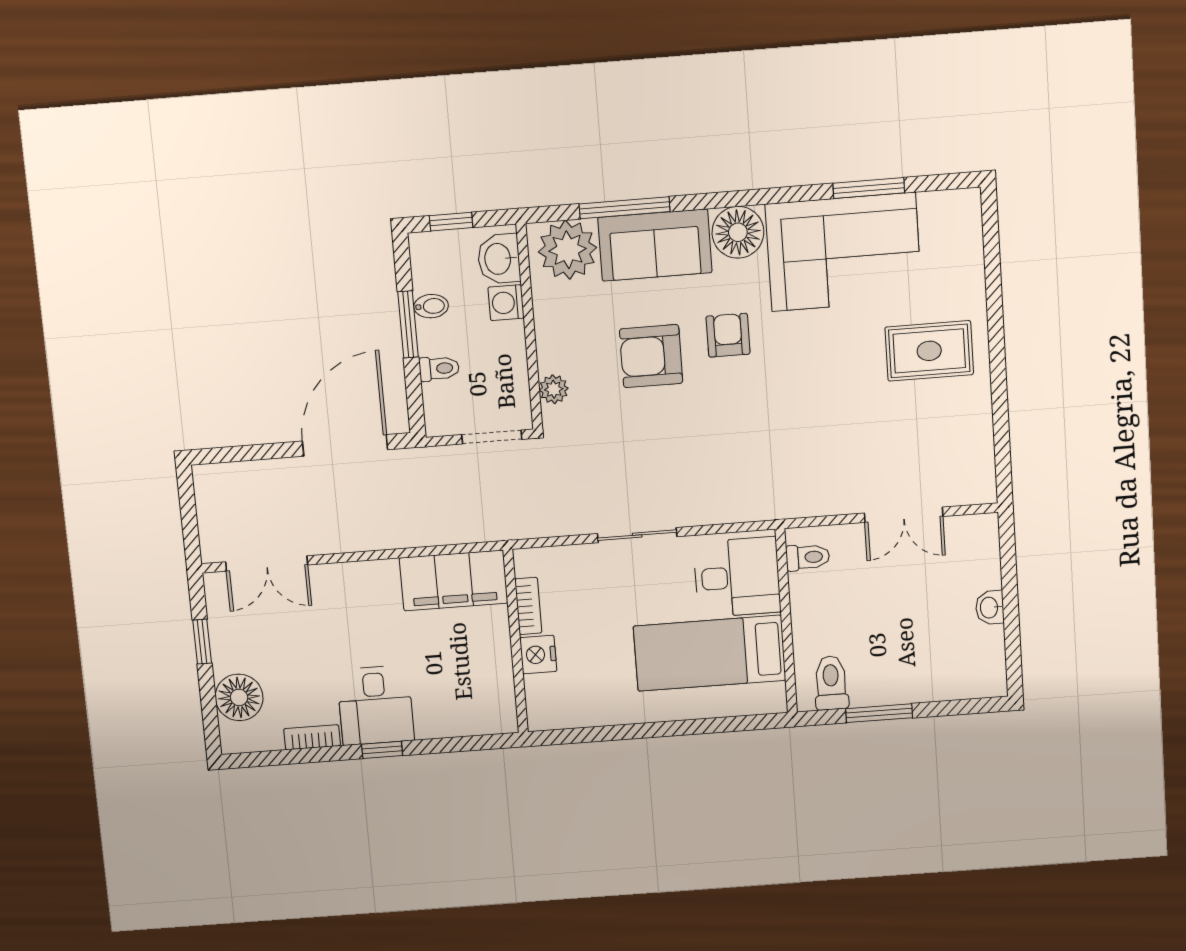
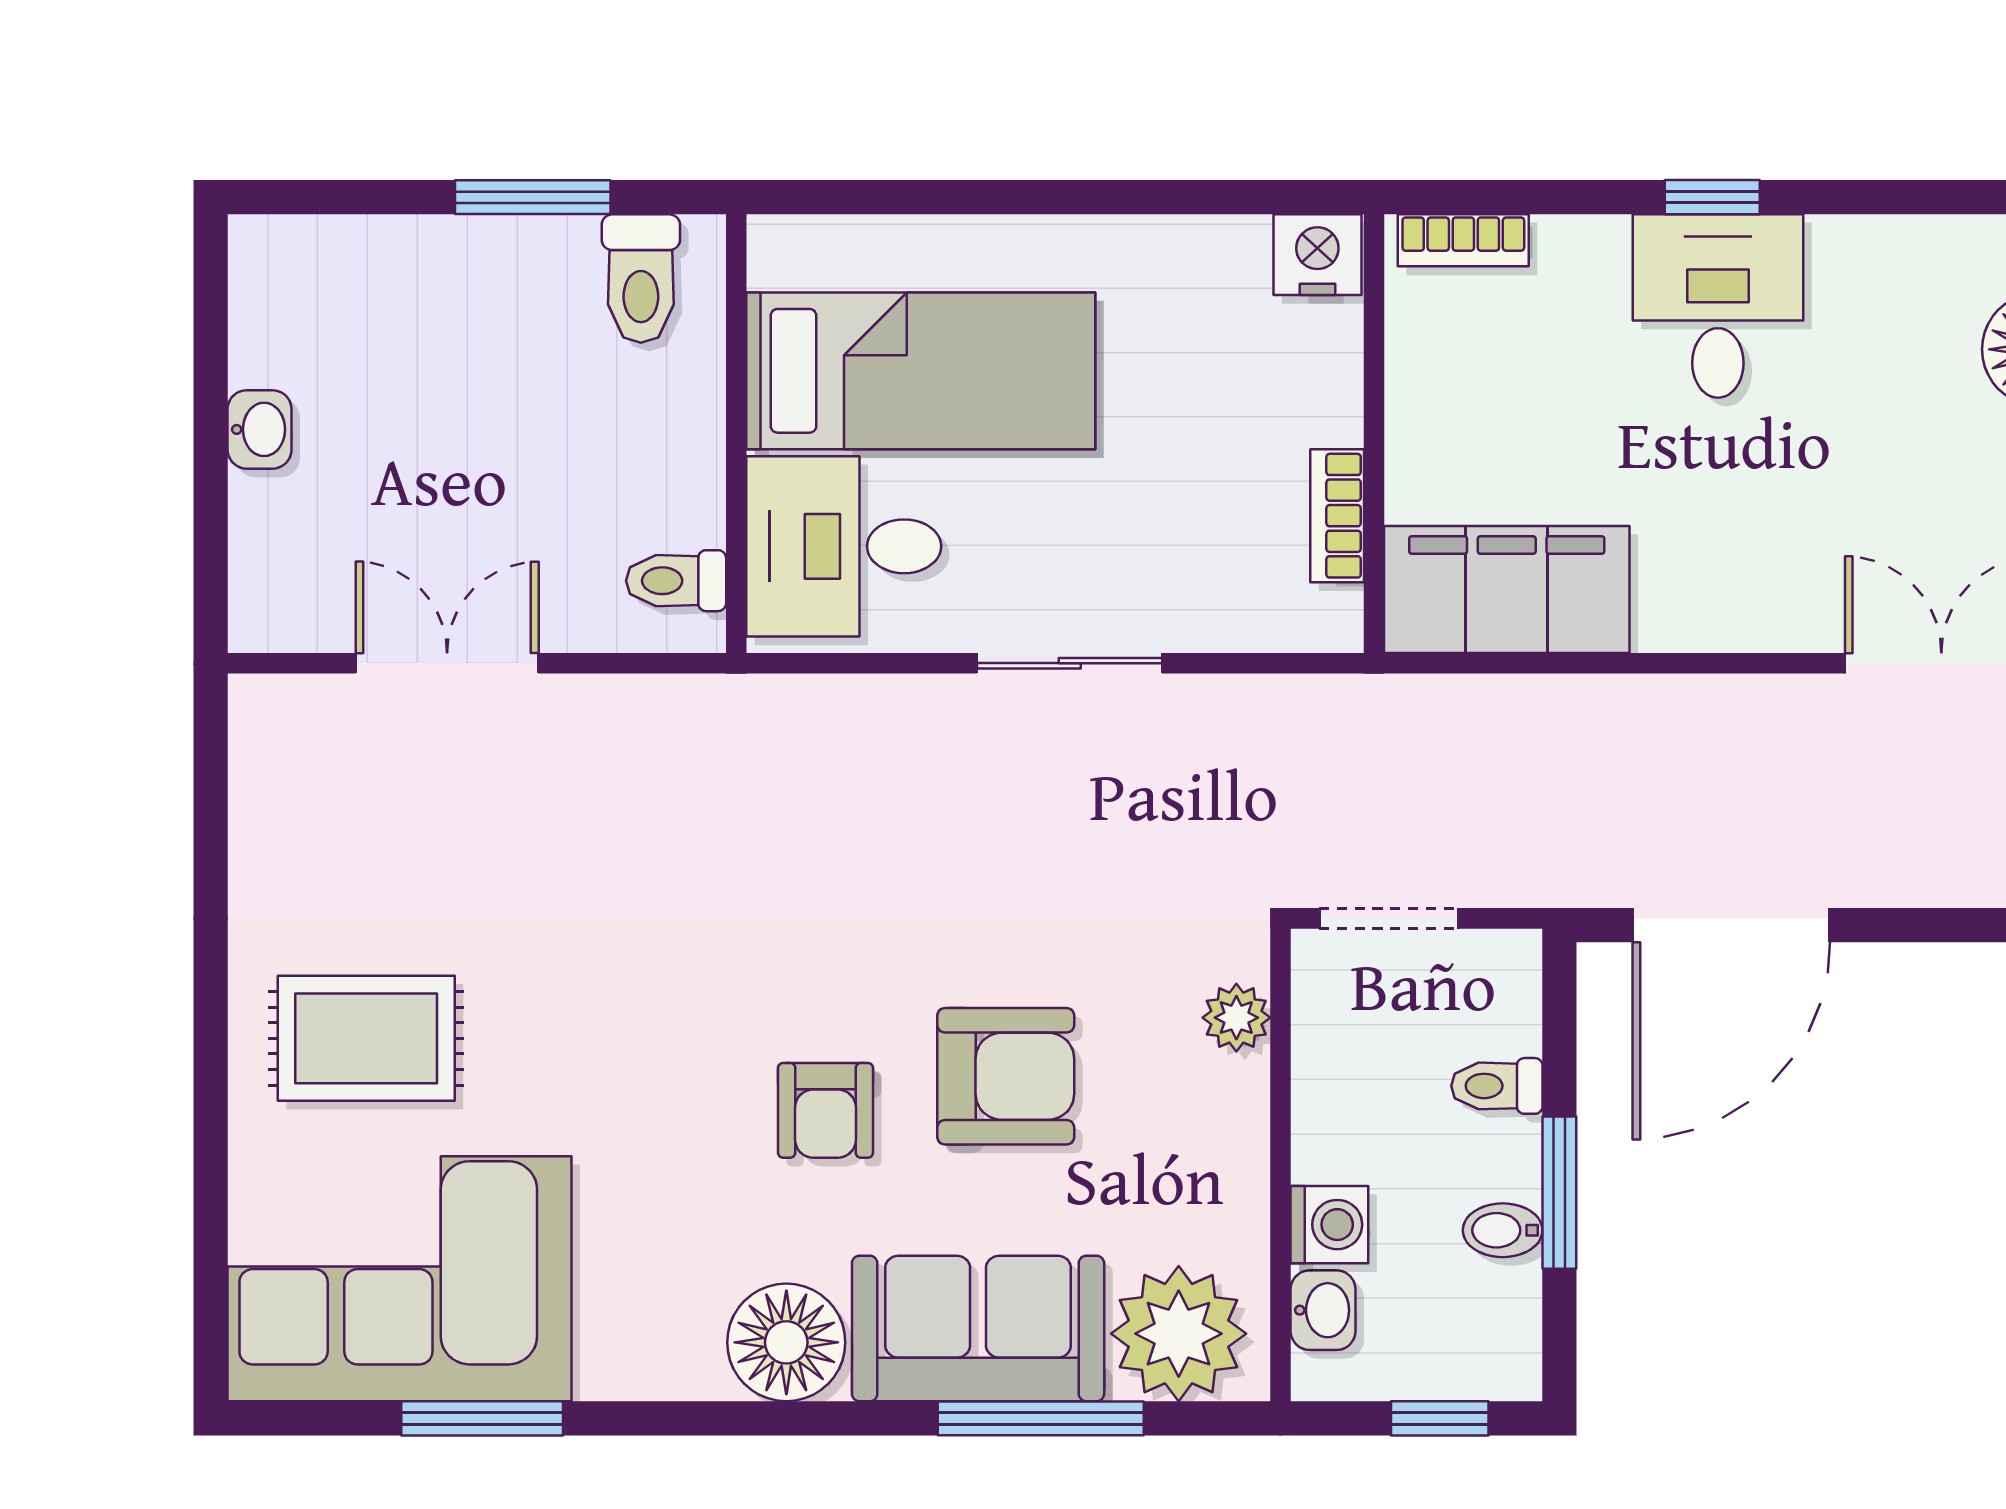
corner sofa: (843, 252) -> (400, 1279), moved
washbasin: (499, 259) -> (1323, 1310), width x0.72, depth x0.69
nightstand: (538, 655) -> (1317, 255), moved, turned -90
bookcase: (312, 737) -> (1463, 240), moved

